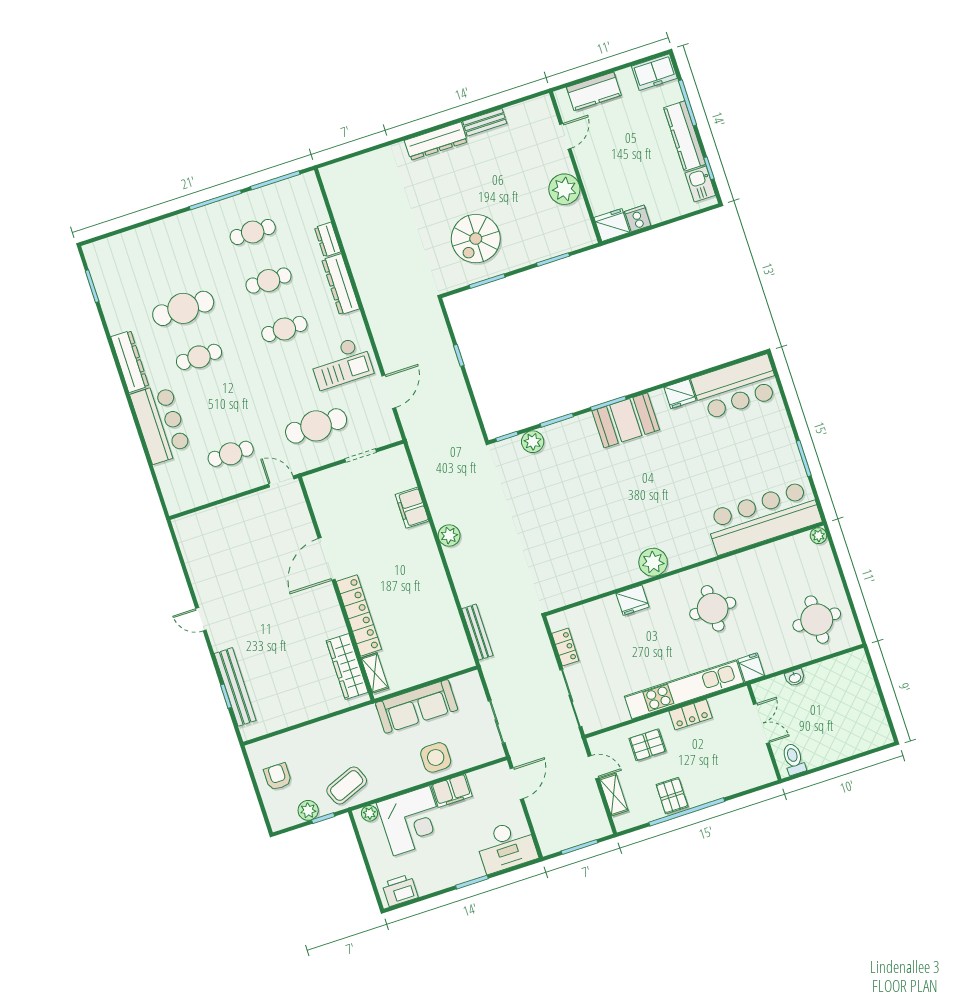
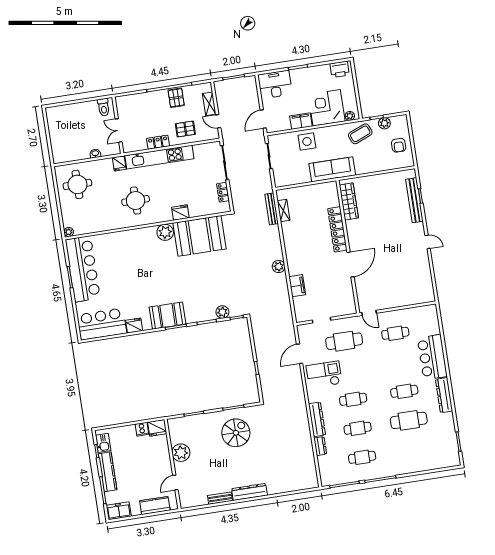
bar counter: (763, 518) -> (83, 269), moved, turned -90
booth: (593, 566) -> (199, 236), added
shelving: (375, 673) -> (283, 210), moved
sofa: (417, 706) -> (332, 169), moved

